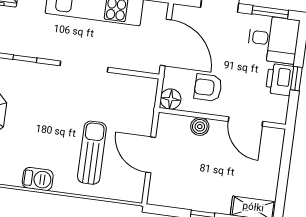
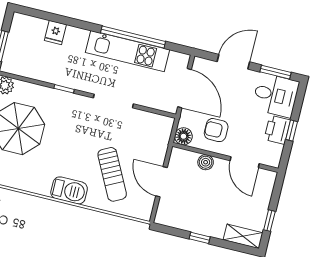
sun lounger: (92, 153) -> (112, 174), turned 153
barbecue: (38, 179) -> (69, 190), width x1.38, depth x1.27
window: (282, 187) -> (269, 221), added

